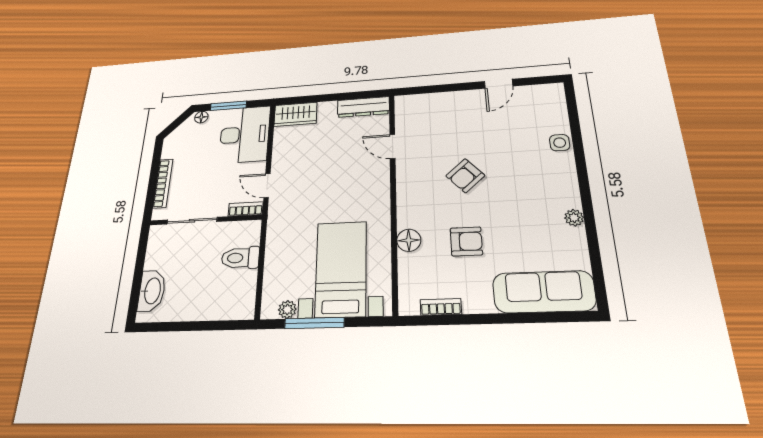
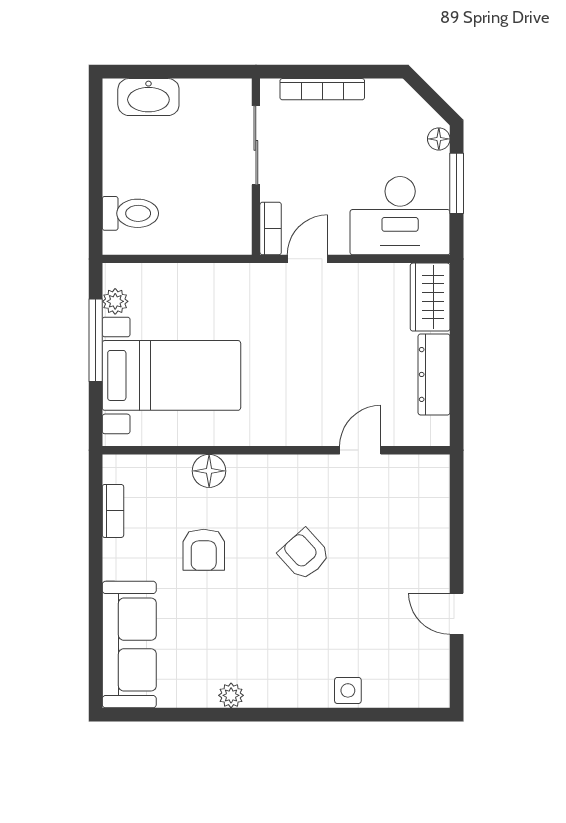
dresser: (363, 107) -> (434, 374), moved
toilet: (240, 258) -> (130, 213), moved, turned 90

